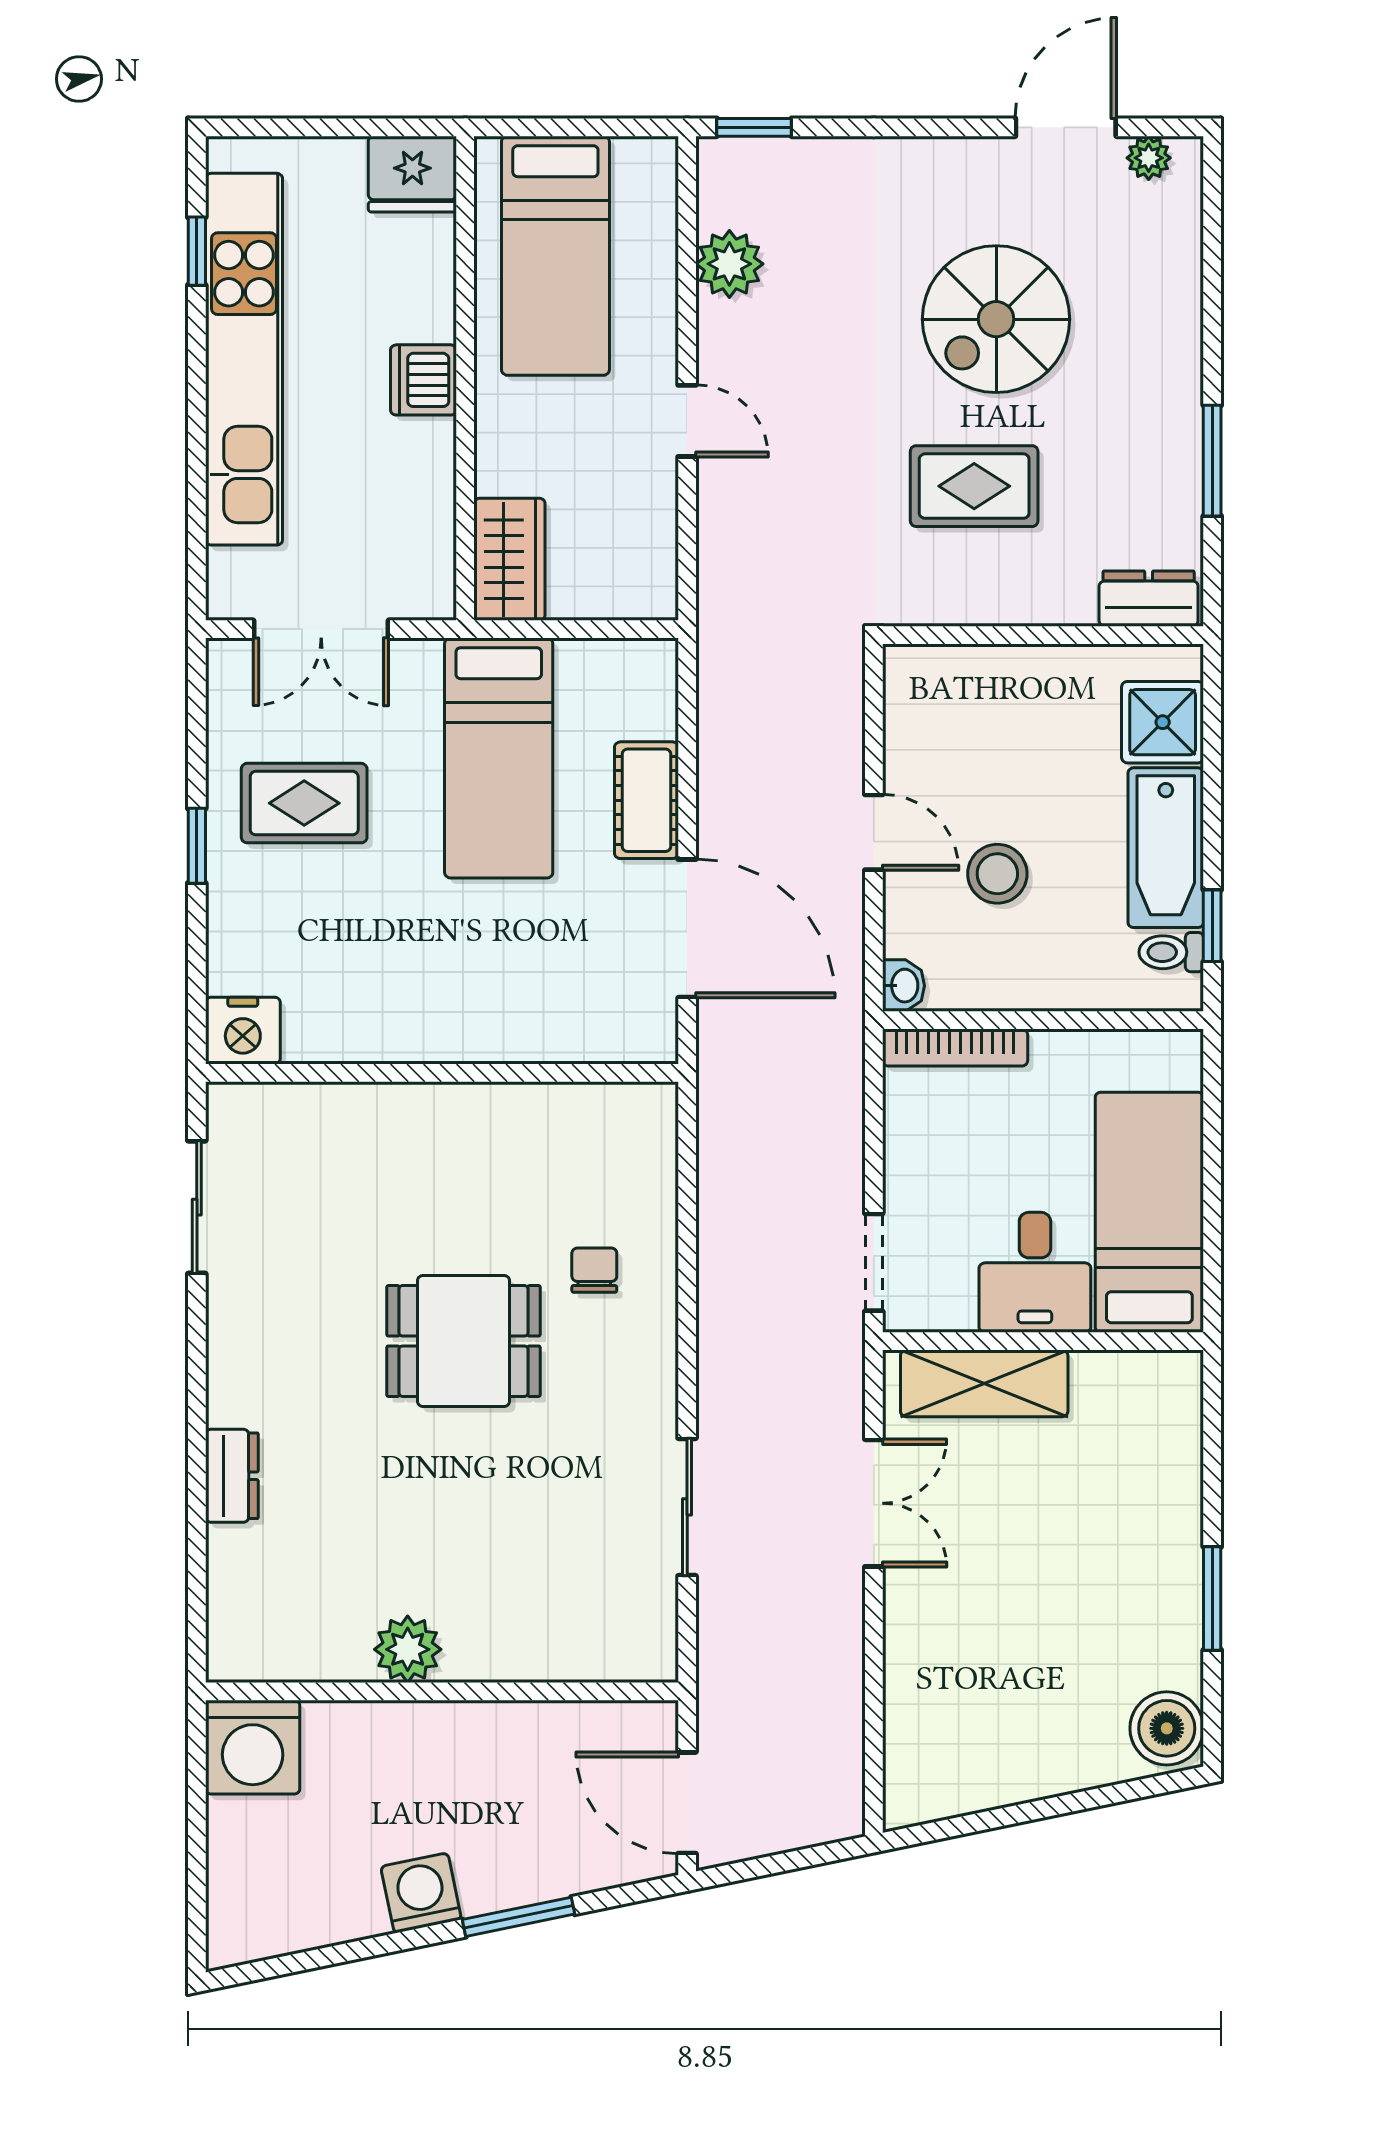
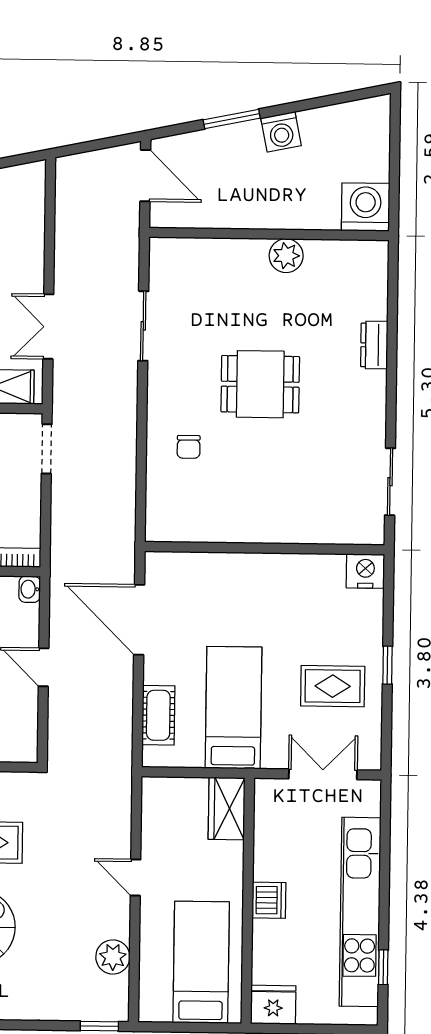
cot: (646, 800) -> (158, 715), moved
dining table: (463, 1341) -> (260, 384), moved

